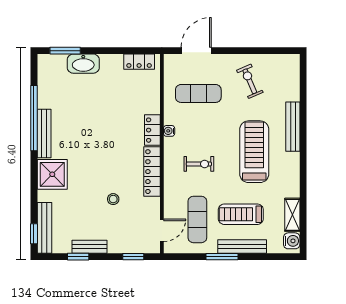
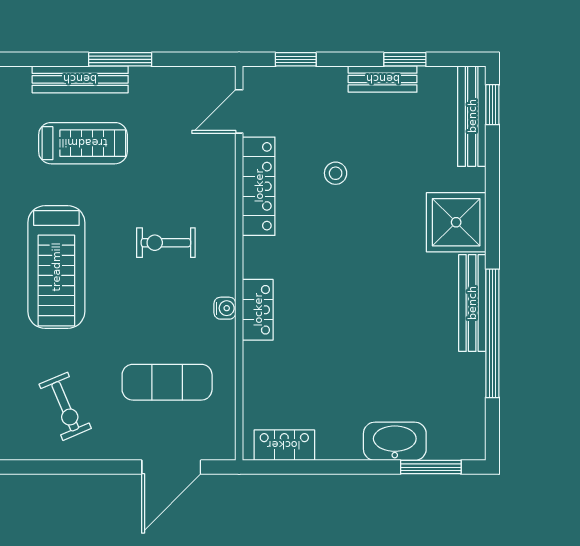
locker: (152, 172) -> (259, 186), moved
exercise mat: (197, 219) -> (169, 133), removed

